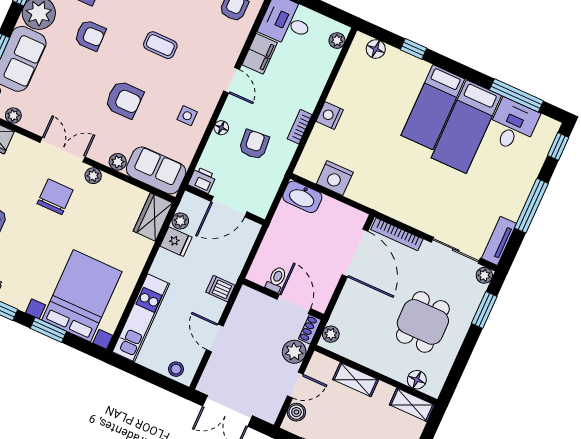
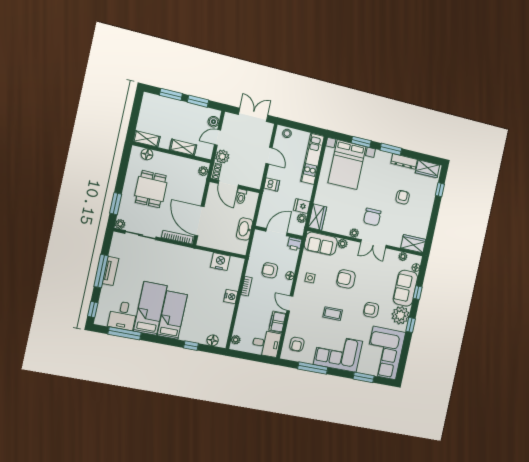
armchair: (254, 145) -> (270, 270), turned 95
washbasin: (302, 197) -> (245, 229), moved, turned -90
tv unit: (499, 241) -> (111, 271), moved

